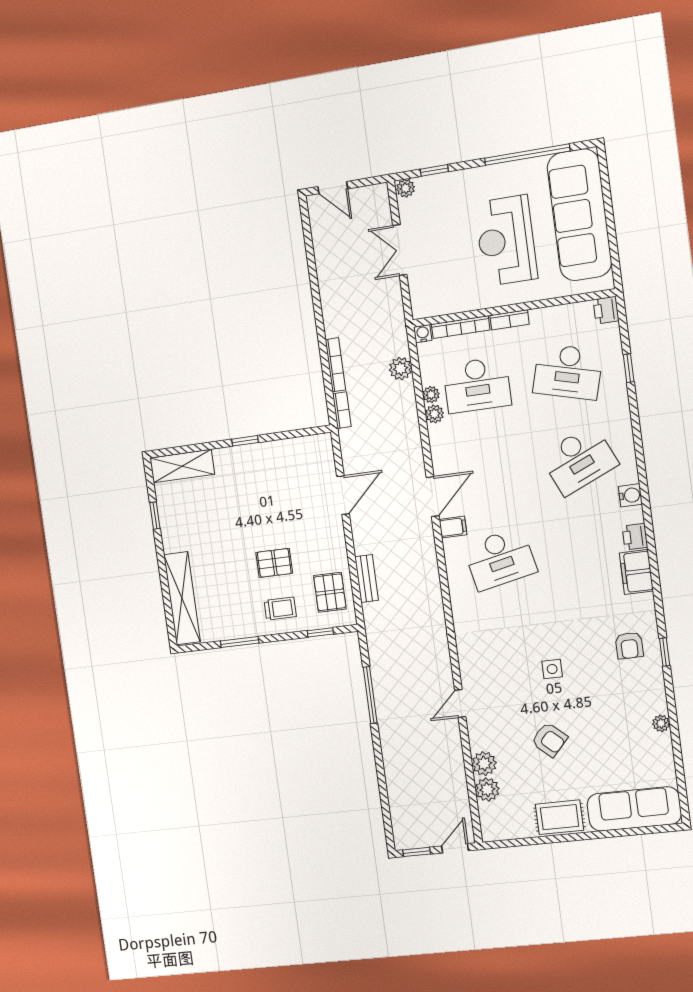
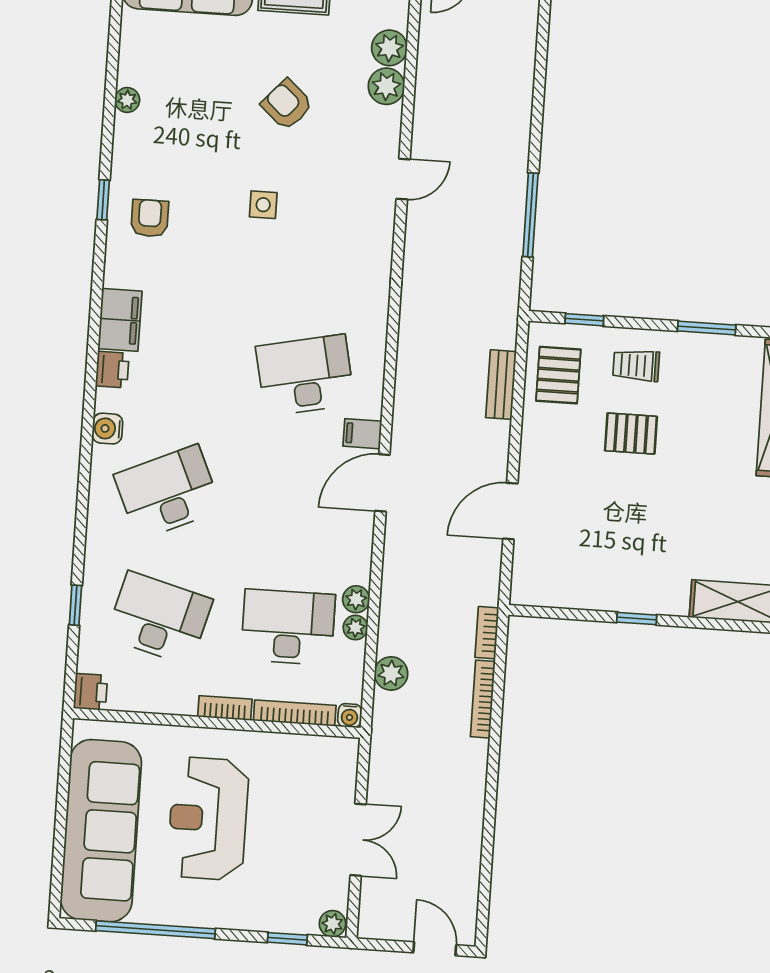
reception desk: (506, 241) -> (208, 819), turned 180

